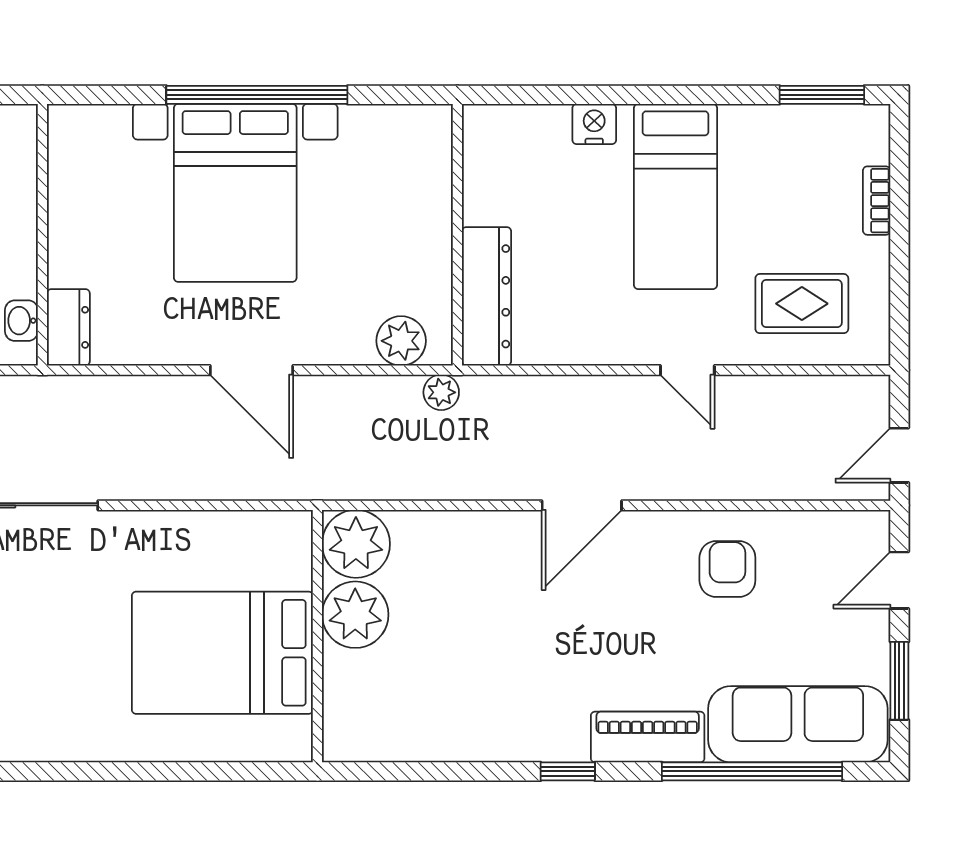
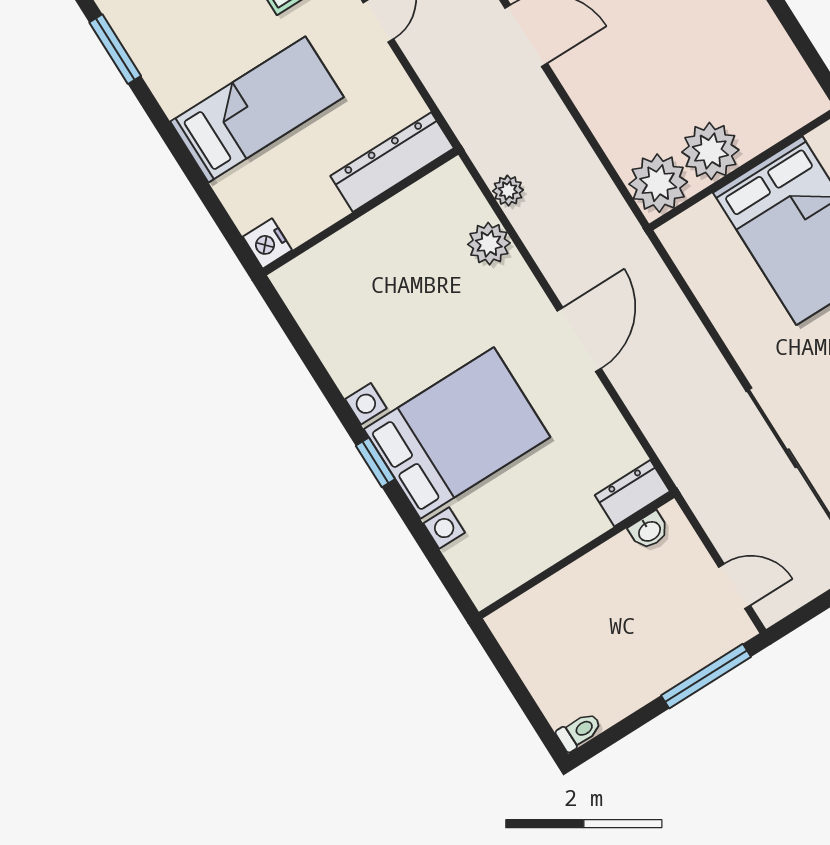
window: (257, 95) -> (375, 462), width x0.32
nightstand: (594, 124) -> (267, 243), moved
wall: (457, 235) -> (360, 212), moved
dresser: (486, 296) -> (392, 162), moved

